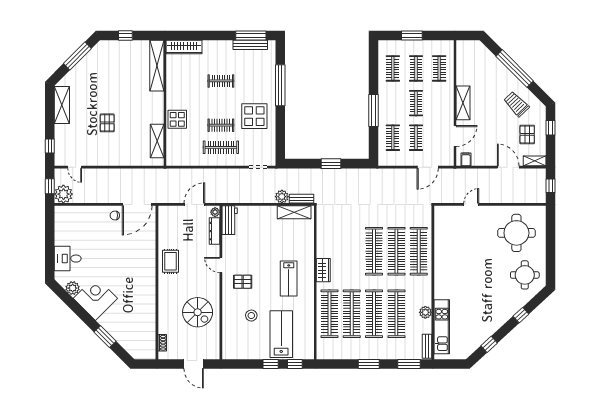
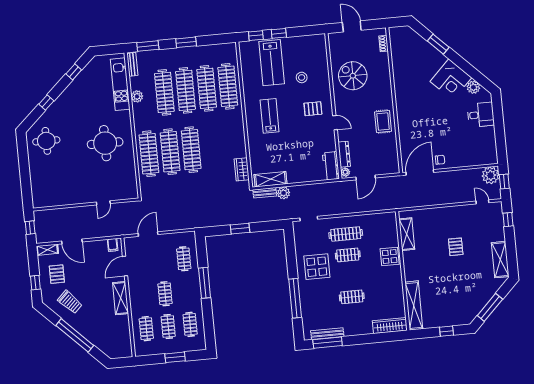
clothes rail: (416, 138) -> (162, 261), removed
round table: (516, 233) -> (105, 143), moved
wardrobe: (323, 270) -> (242, 169), moved

